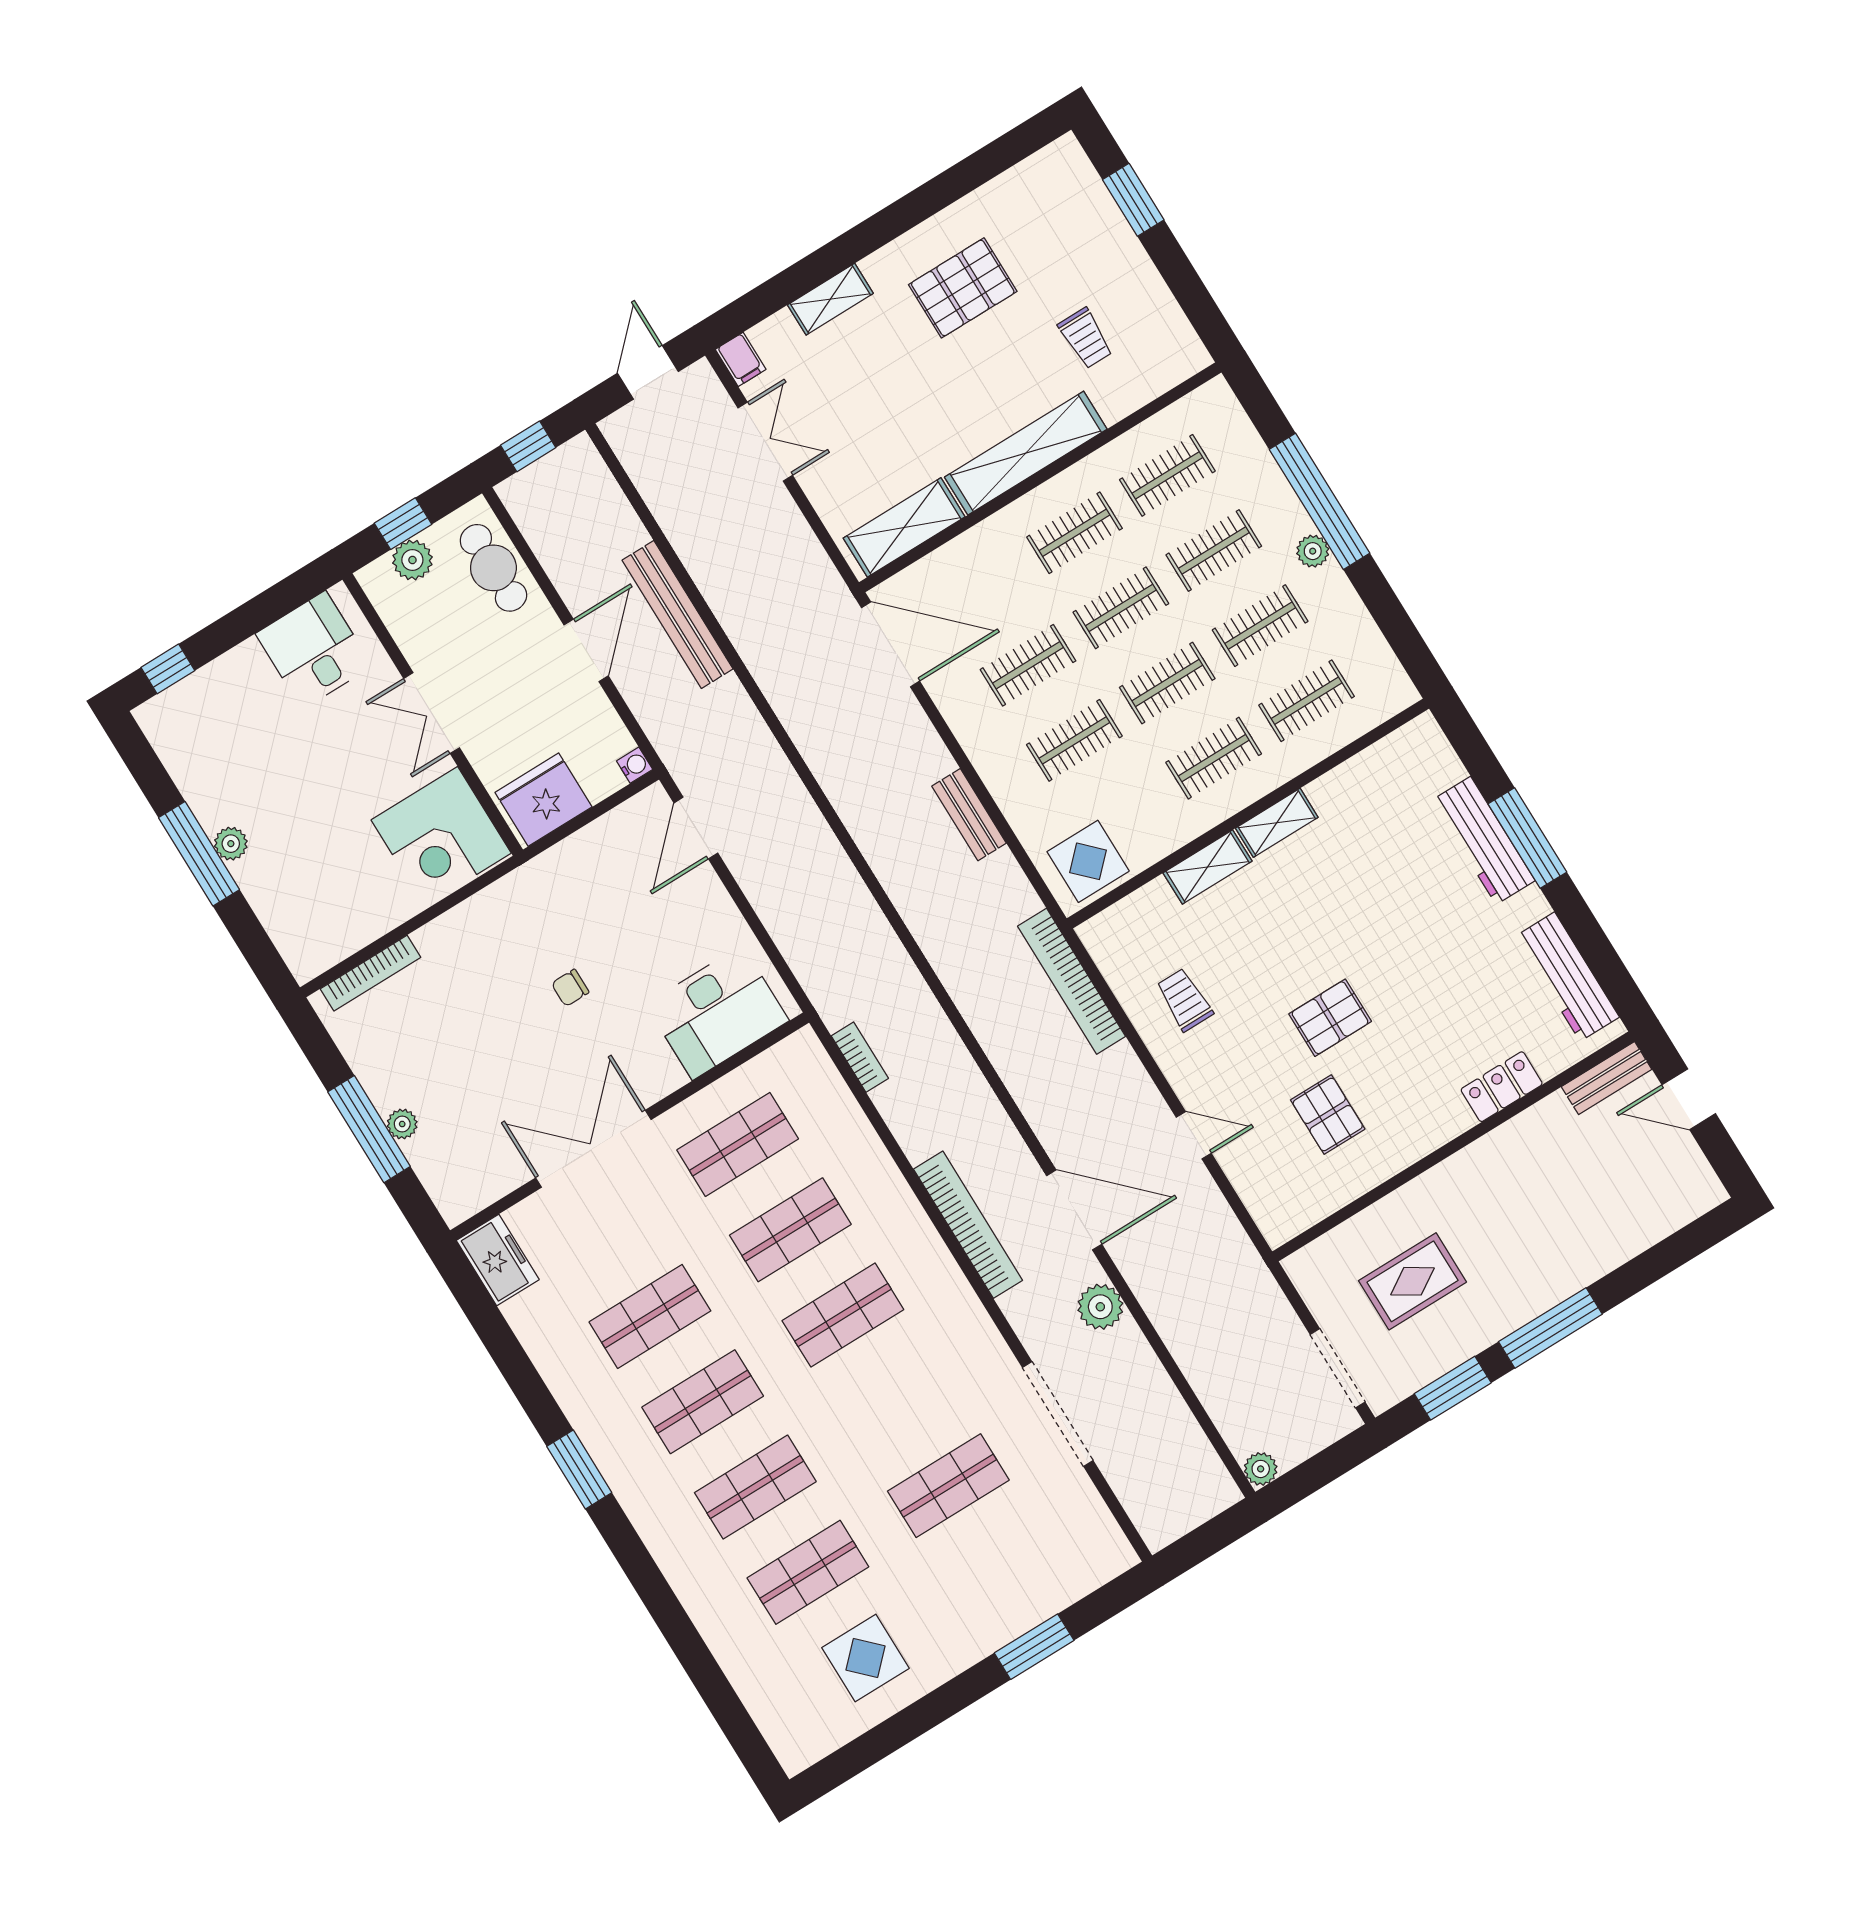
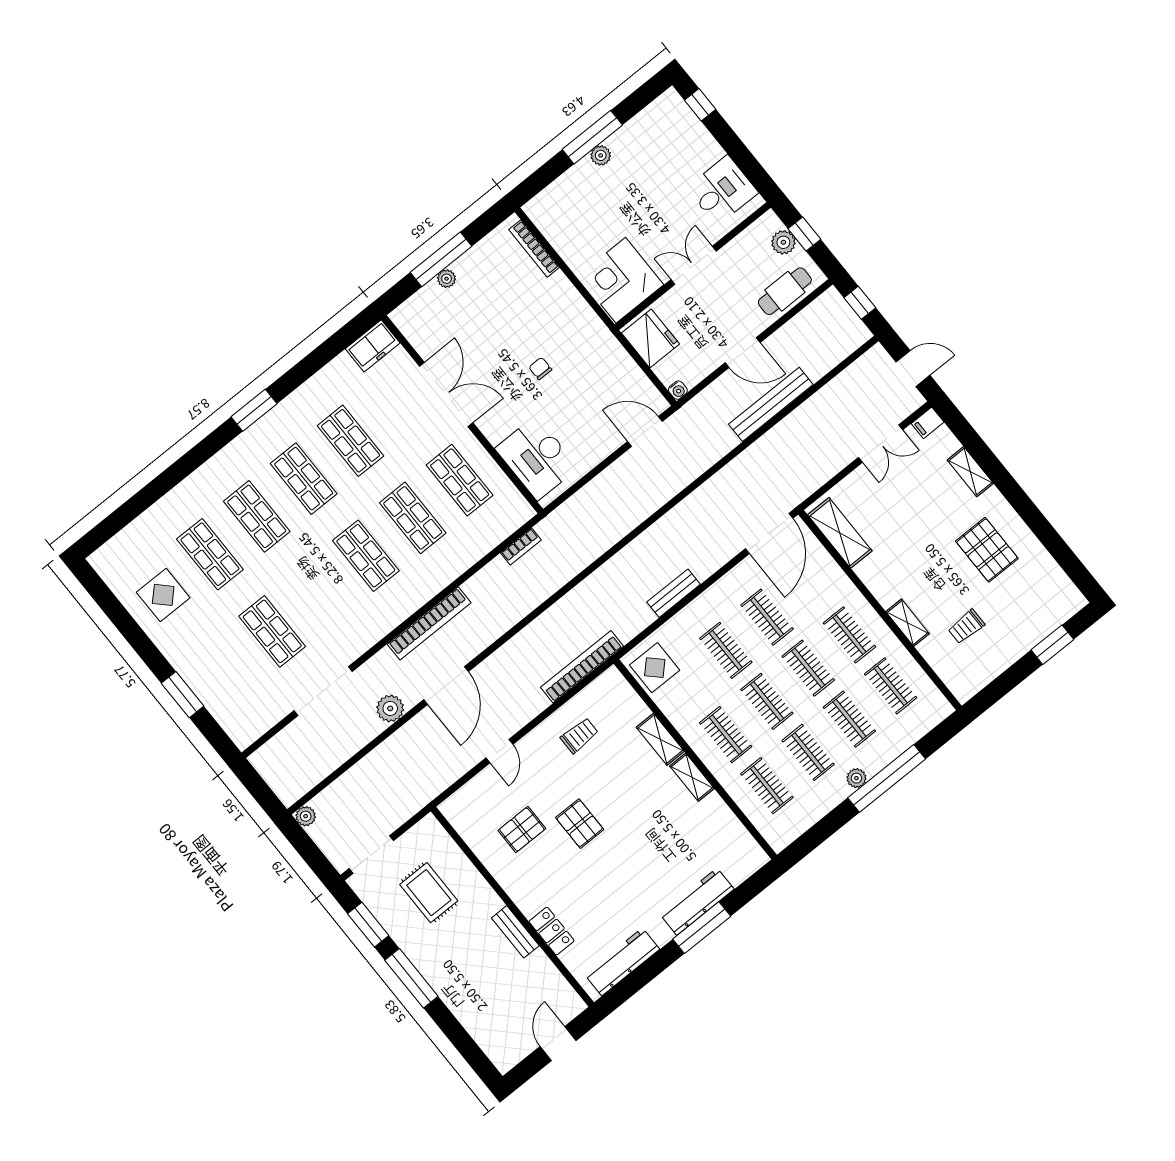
shelving: (1026, 453) -> (907, 623), width x0.45, depth x0.75
bench: (1607, 1078) -> (515, 932), moved

